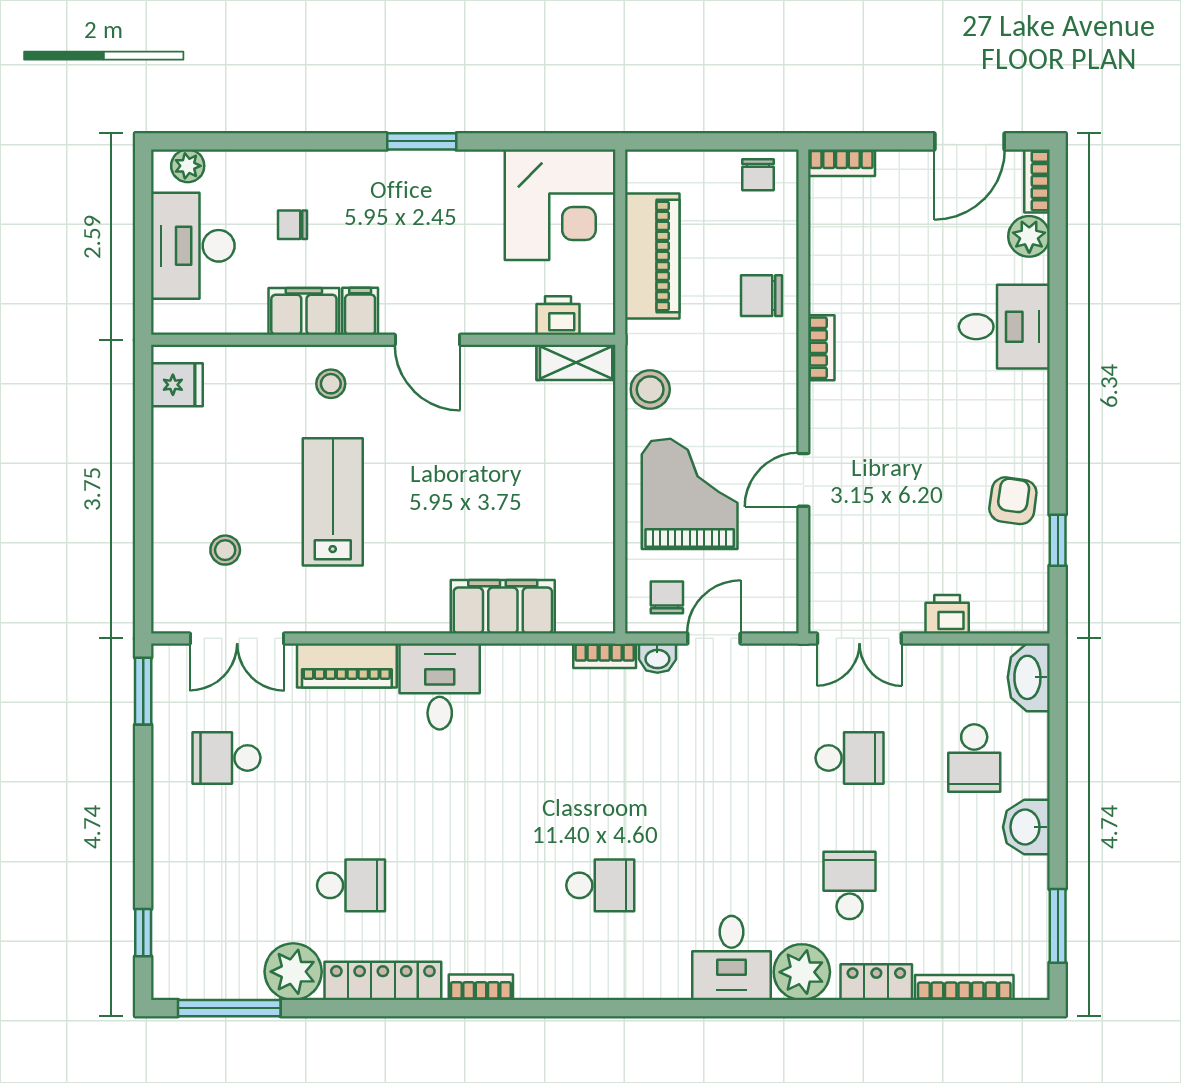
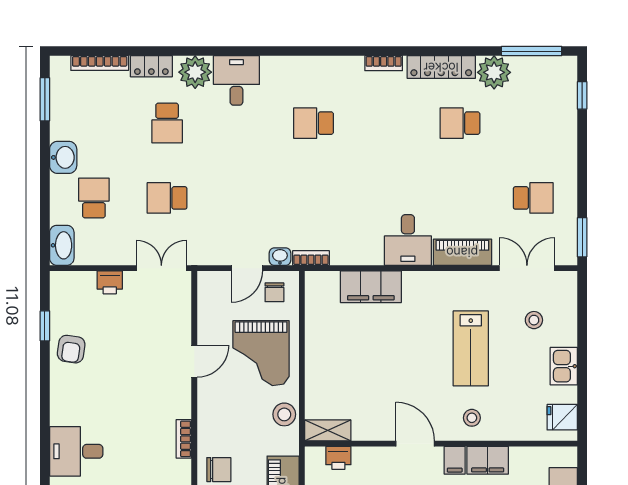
kitchen sink: (174, 472) -> (564, 366), added

